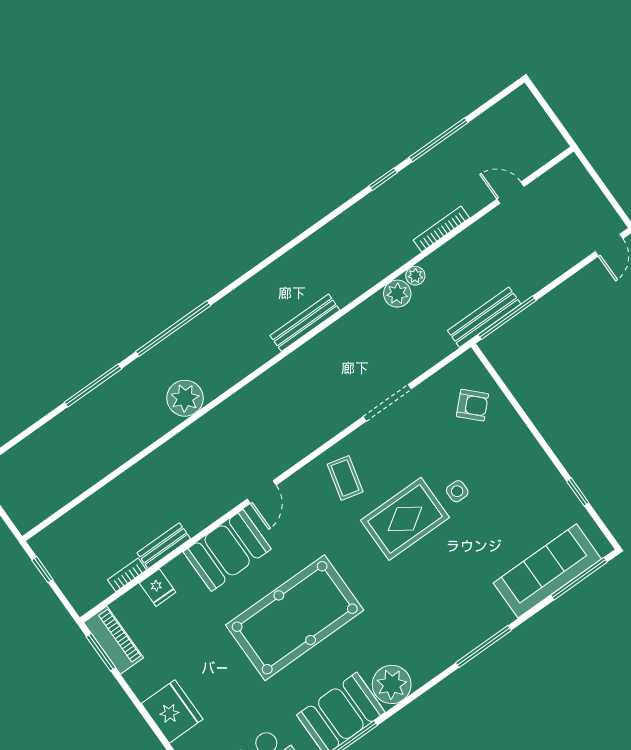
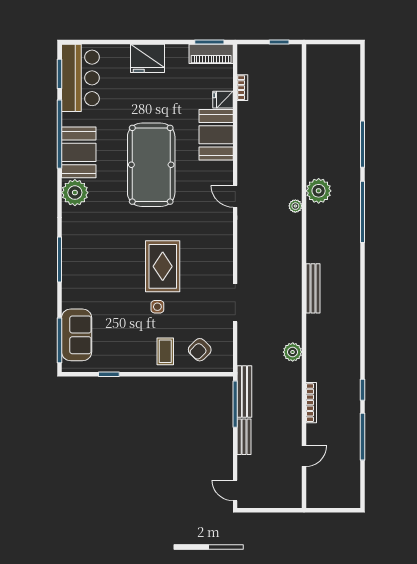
plant: (415, 276) -> (295, 206), moved
coffee table: (345, 478) -> (165, 351), moved, turned 76
bench: (164, 546) -> (244, 437), moved
booth: (227, 550) -> (216, 135), moved
sofa: (547, 571) -> (77, 335), width x0.73

